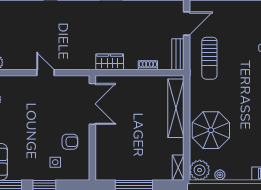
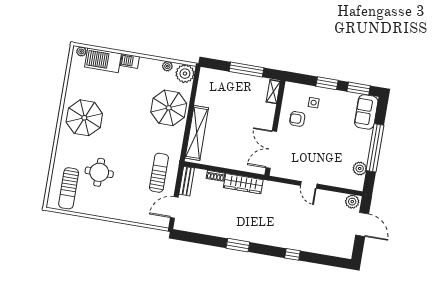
wardrobe: (110, 62) -> (243, 184), width x1.50
shelving: (178, 168) -> (273, 92), moved

